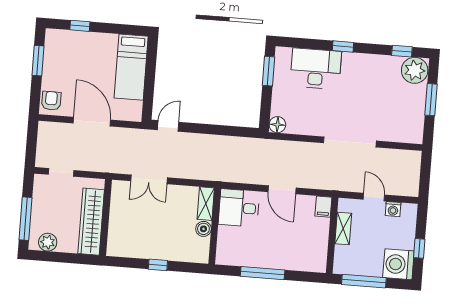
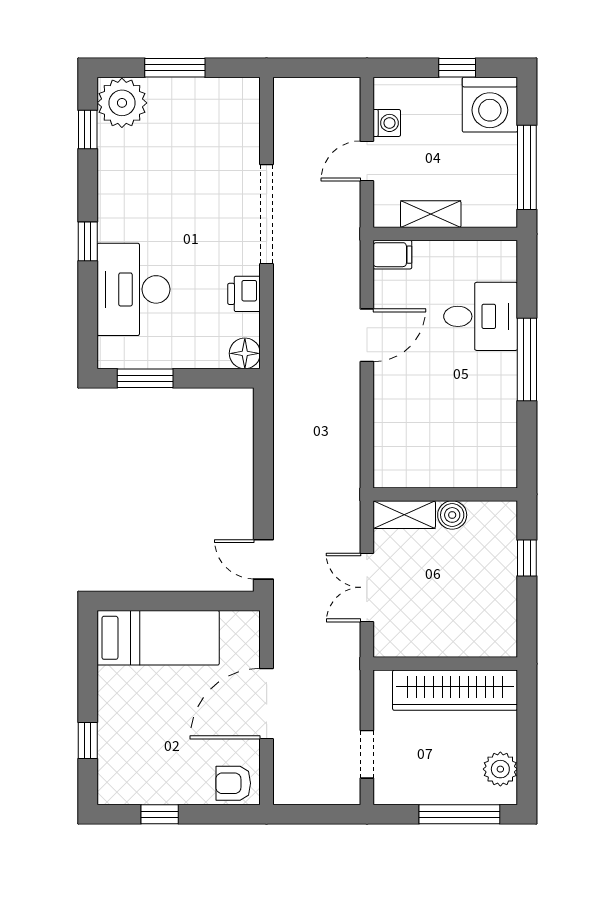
window: (38, 61) -> (160, 814), width x0.67
printer: (309, 127) -> (244, 294), added
double door: (149, 179) -> (367, 587), swing flipped
shelving: (206, 204) -> (404, 515), moved
desk: (239, 208) -> (481, 316), moved, turned -90
wall: (215, 226) -> (445, 494), moved
boiler: (203, 229) -> (452, 515), moved

